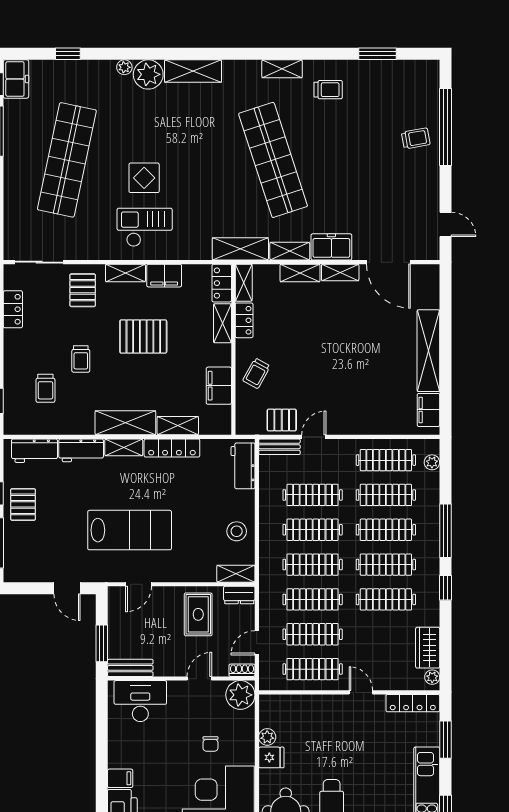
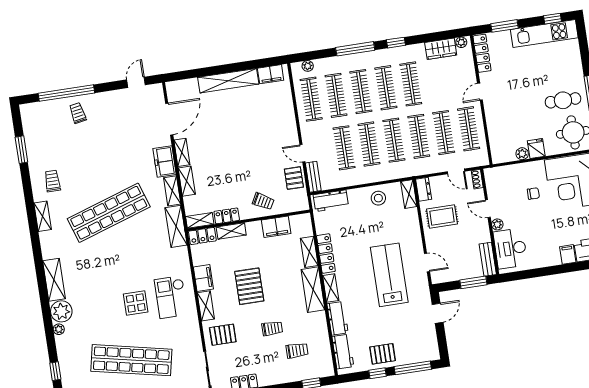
plant: (240, 695) -> (497, 224), moved, width x0.53, depth x0.53

